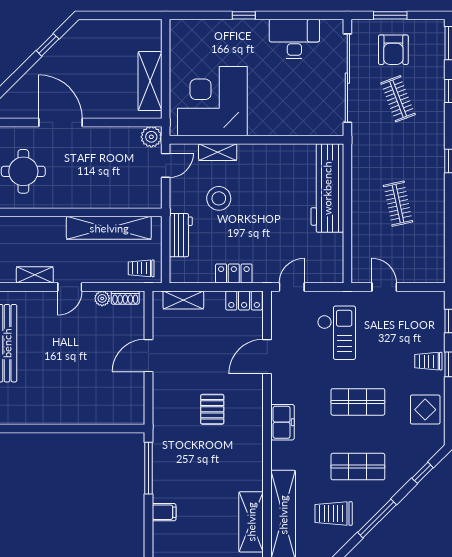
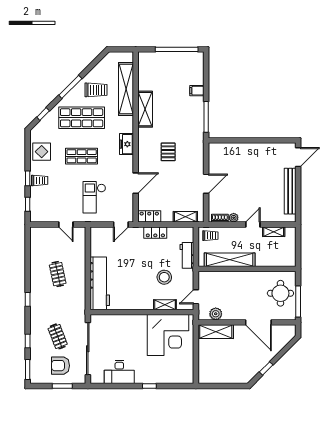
armchair: (393, 50) -> (60, 366), turned -90
shelving: (150, 81) -> (216, 332), moved, turned 90
plant: (151, 137) -> (216, 314), moved
shop shelf: (358, 467) -> (82, 118), width x1.43, depth x1.36
shelving: (251, 522) -> (145, 109), moved

